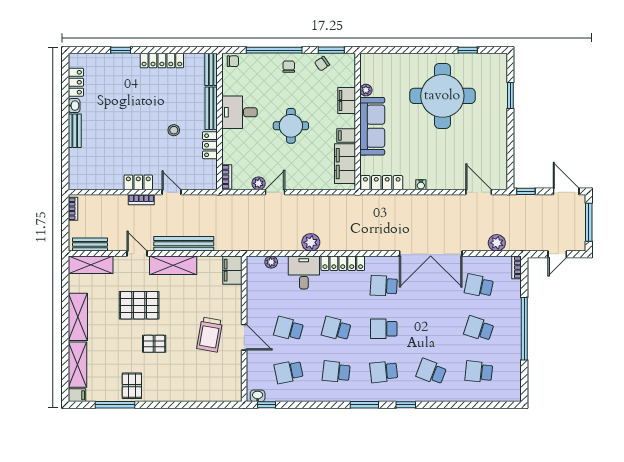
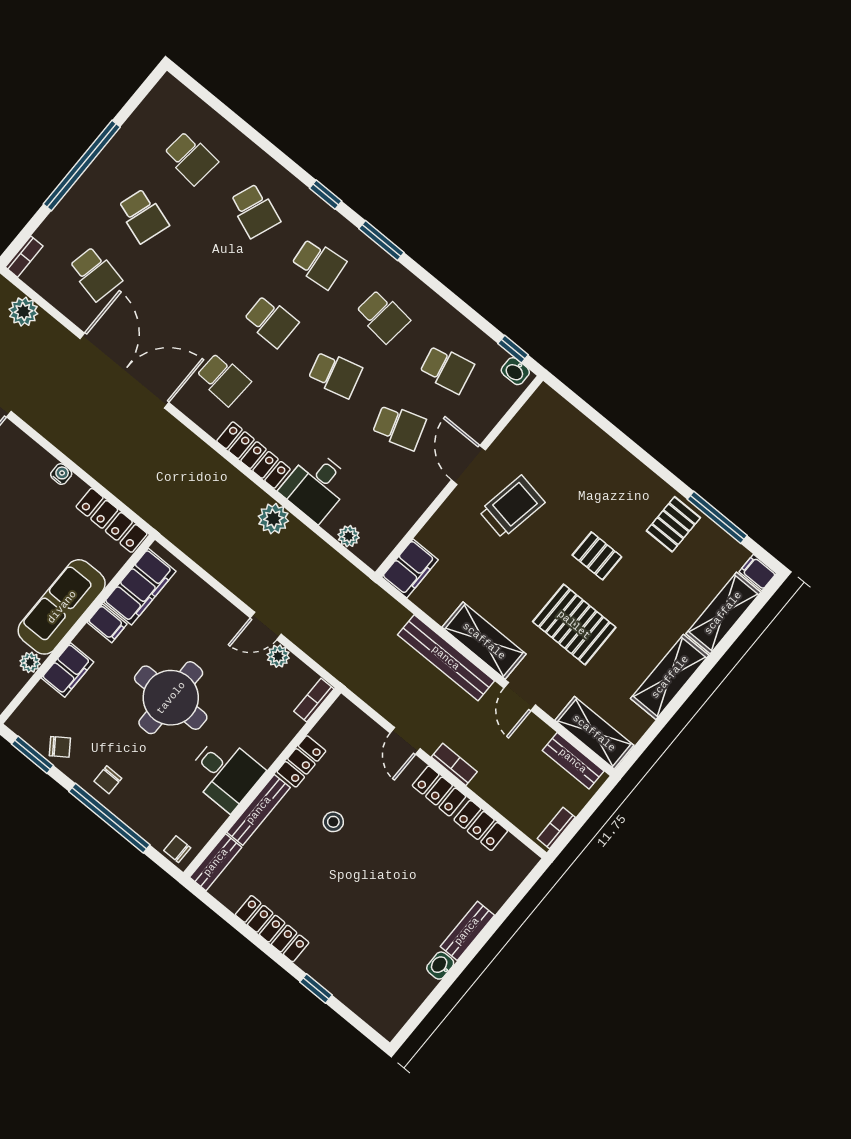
locker: (76, 82) -> (481, 825), moved, turned -90
round table: (291, 126) -> (171, 698), width x1.36, depth x1.36
school desk: (289, 329) -> (399, 427), turned -33
school desk: (336, 329) -> (335, 374), turned -30

